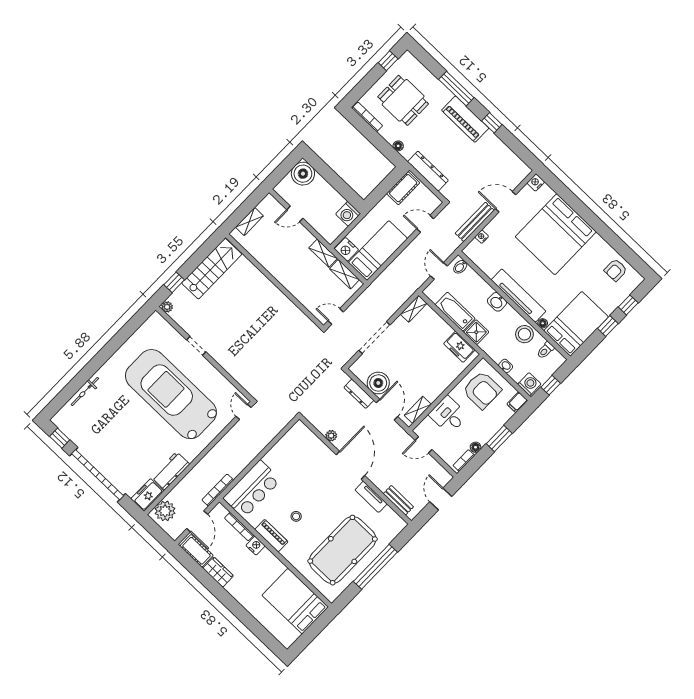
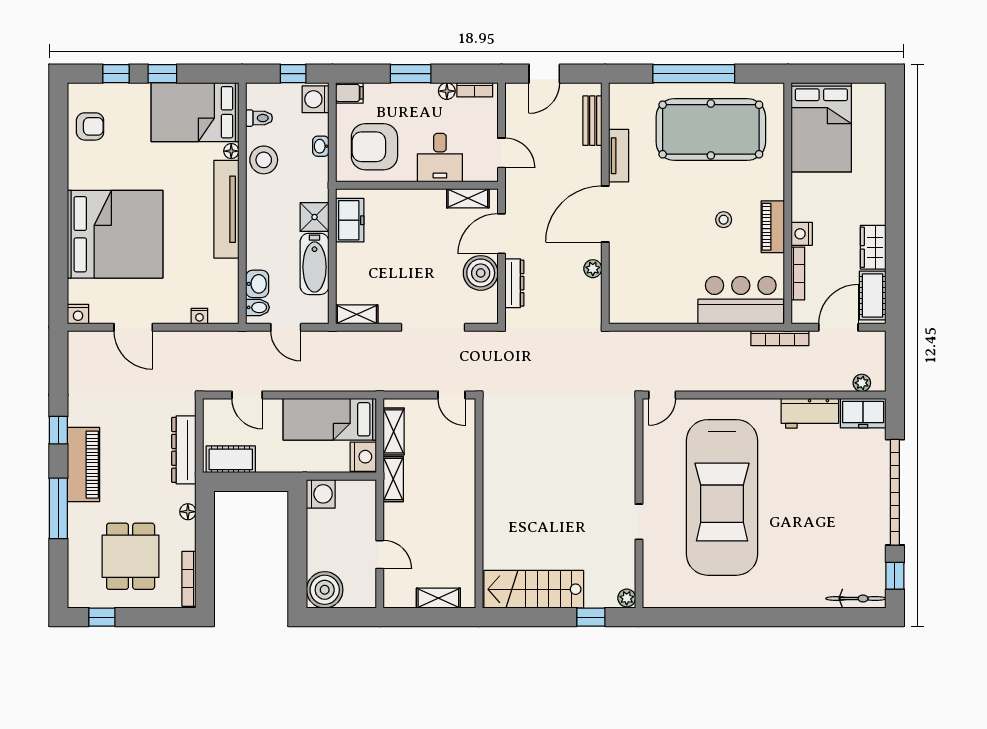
bench: (475, 222) -> (190, 340), removed
door: (439, 271) -> (286, 327), hinge flipped
washbasin: (497, 302) -> (257, 284), moved
armchair: (482, 390) -> (374, 147), turned -90
bicycle: (85, 392) -> (856, 598), moved
plant: (165, 511) -> (862, 383), width x0.53, depth x0.53

